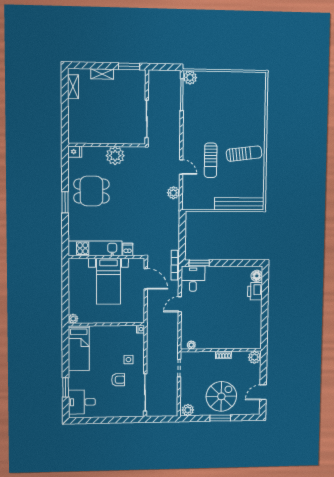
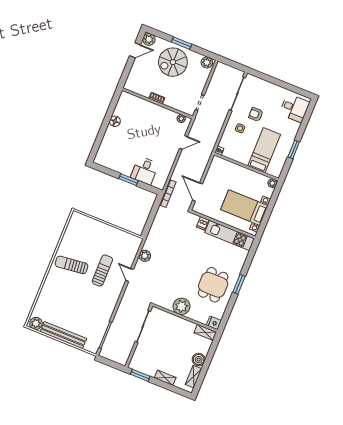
plant: (190, 77) -> (36, 323), moved
boiler: (75, 107) -> (199, 360), added
shelving: (80, 138) -> (205, 332), added
dining table: (91, 191) -> (213, 285), turned 90
bench: (239, 204) -> (63, 335), moved
window: (199, 263) -> (129, 180), moved
floor lamp: (257, 276) -> (115, 121), moved
desk: (193, 279) -> (145, 171), moved
bed with nightstands: (108, 281) -> (244, 208), moved, turned -90
printer: (255, 291) -> (108, 143), removed
door: (180, 304) -> (183, 143), moved
bed: (79, 348) -> (264, 150), moved
plant: (255, 357) -> (149, 39), moved
window: (66, 387) -> (294, 149), moved

